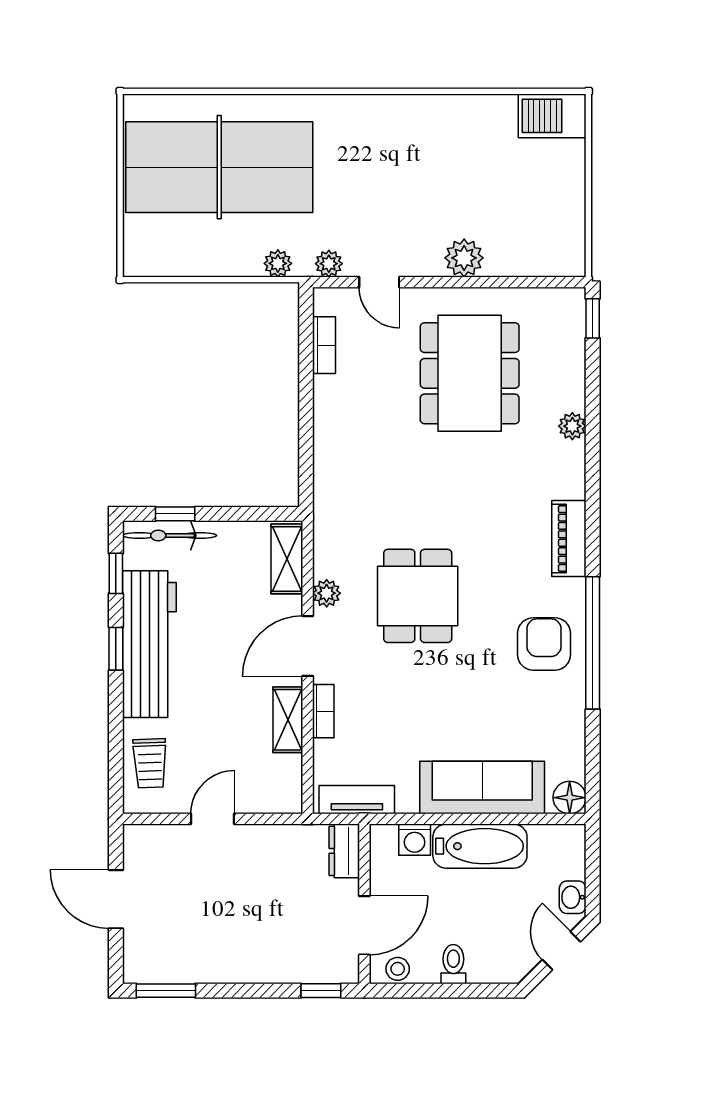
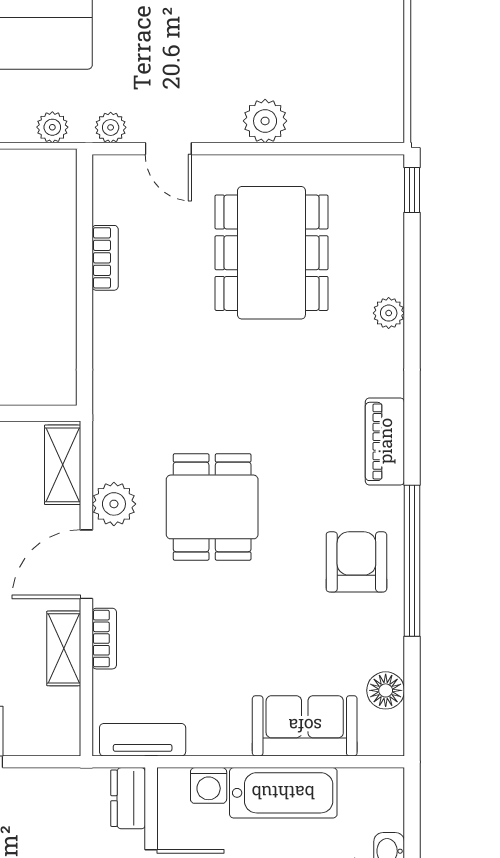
bookcase: (324, 345) -> (105, 258), moved
plant: (327, 593) -> (114, 504), width x1.38, depth x1.38
sofa: (482, 788) -> (305, 726), width x0.73
floor lamp: (570, 798) -> (386, 690), moved

